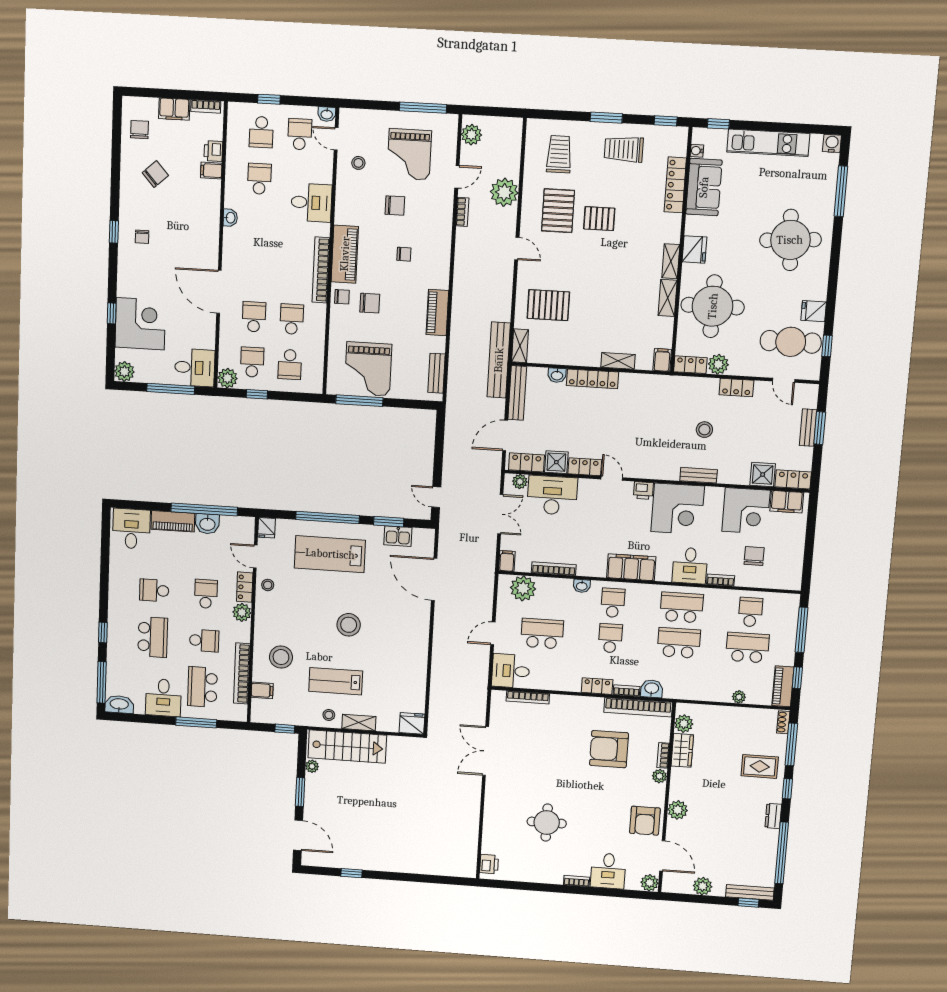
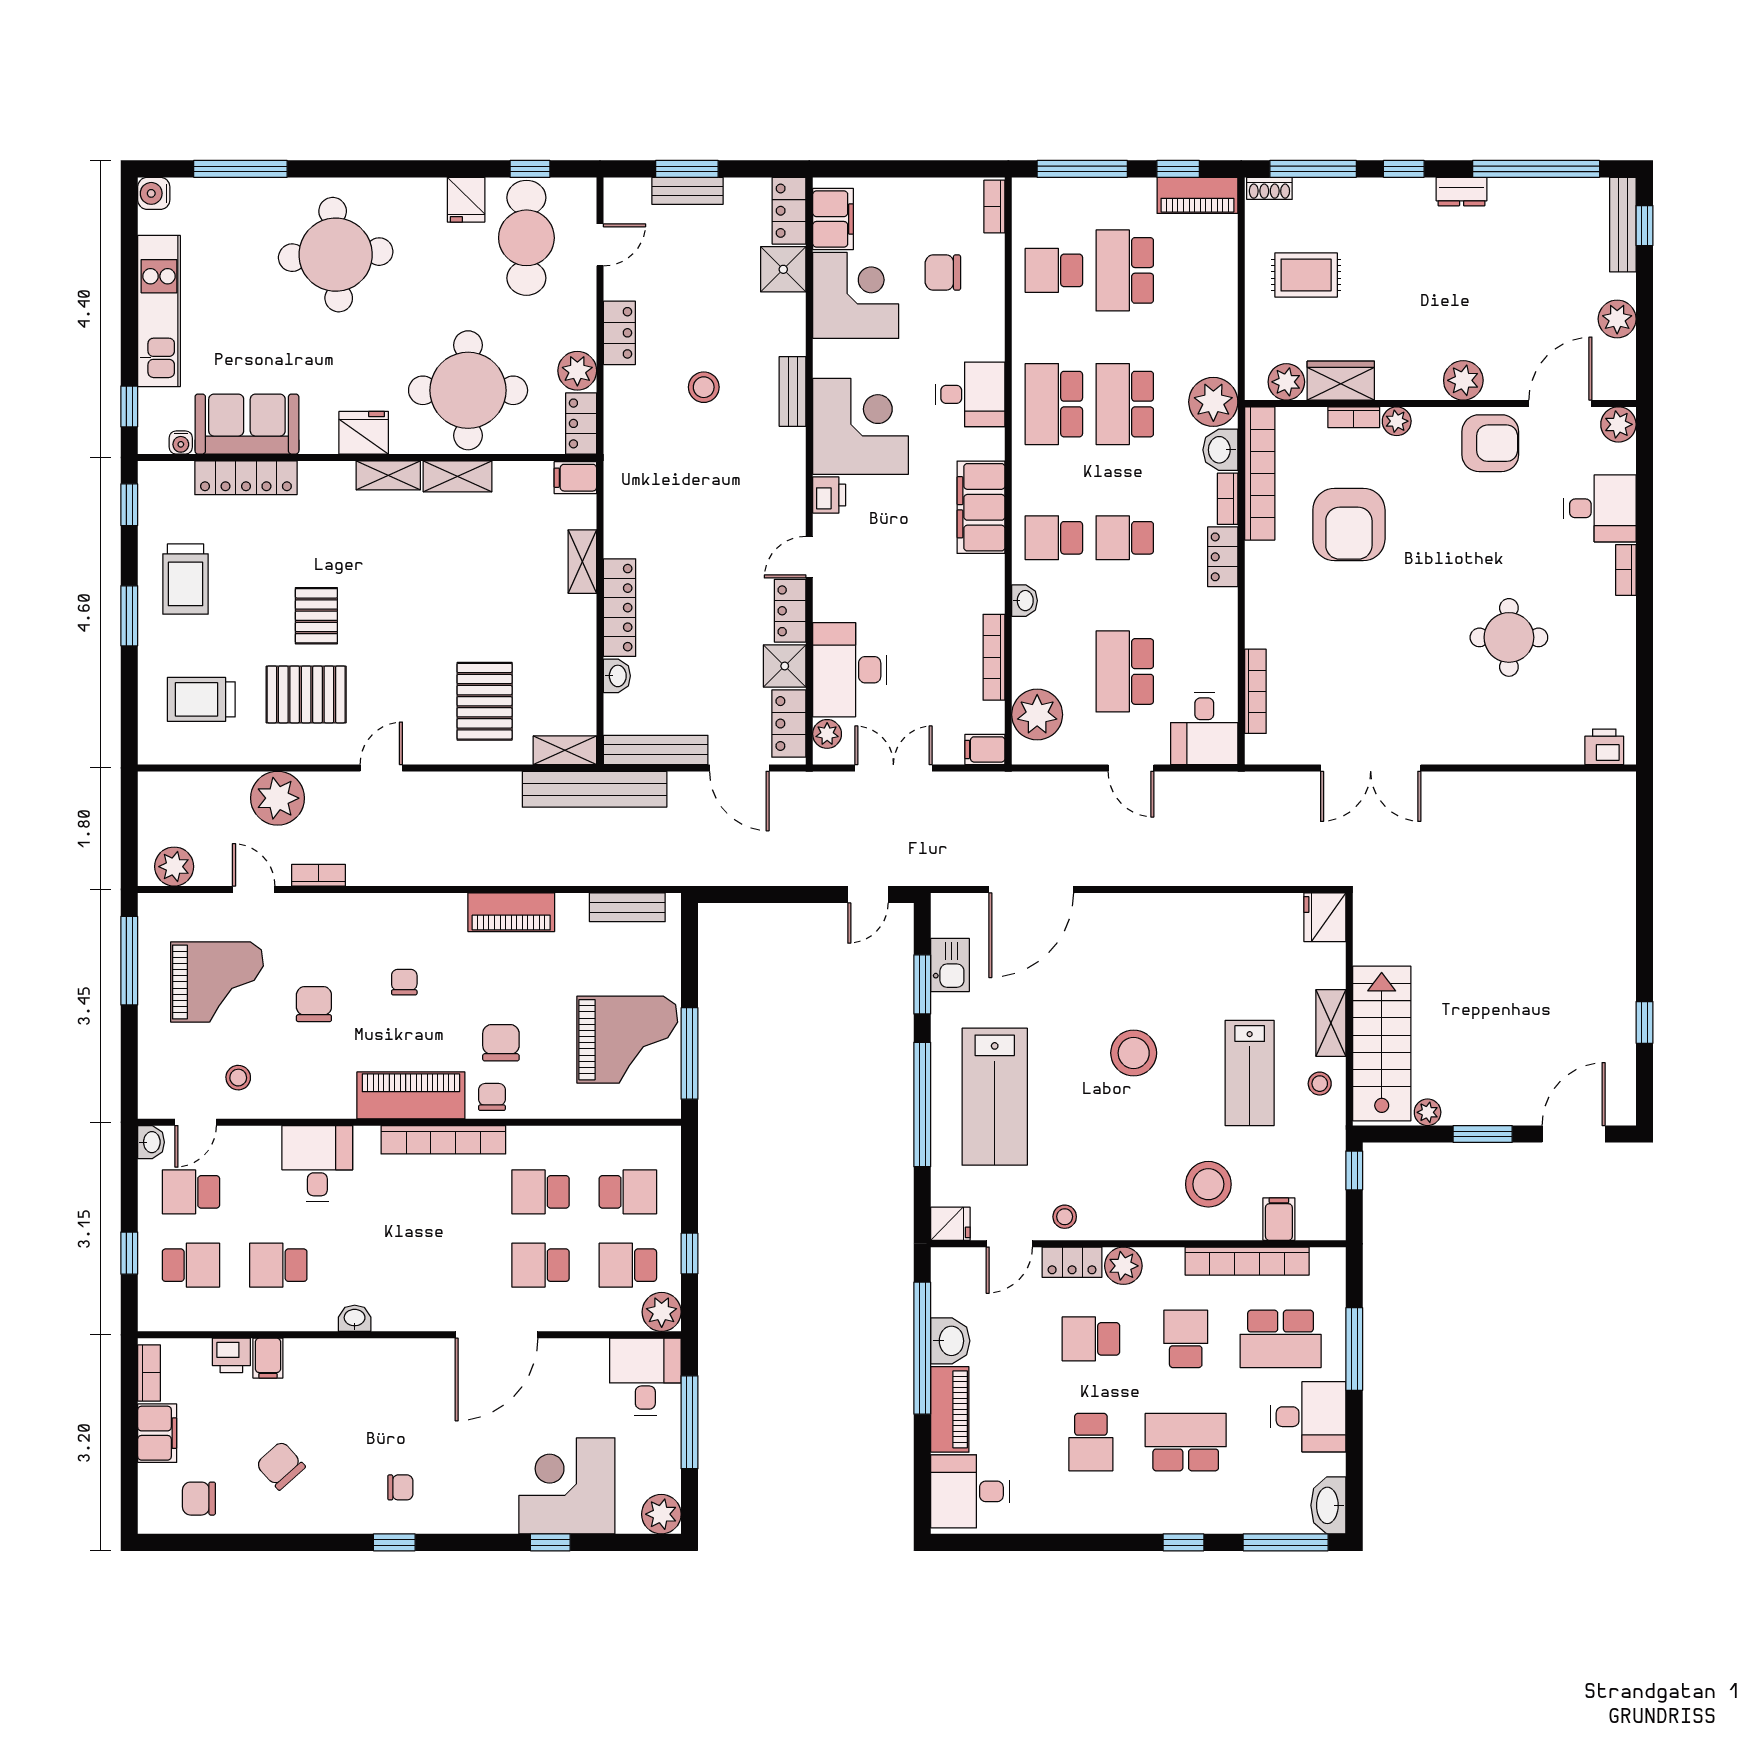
bookcase: (721, 580) -> (994, 206), moved
plant: (739, 697) -> (1213, 402), moved, width x1.88, depth x1.88
rug: (760, 766) -> (1306, 275), moved, turned 90

